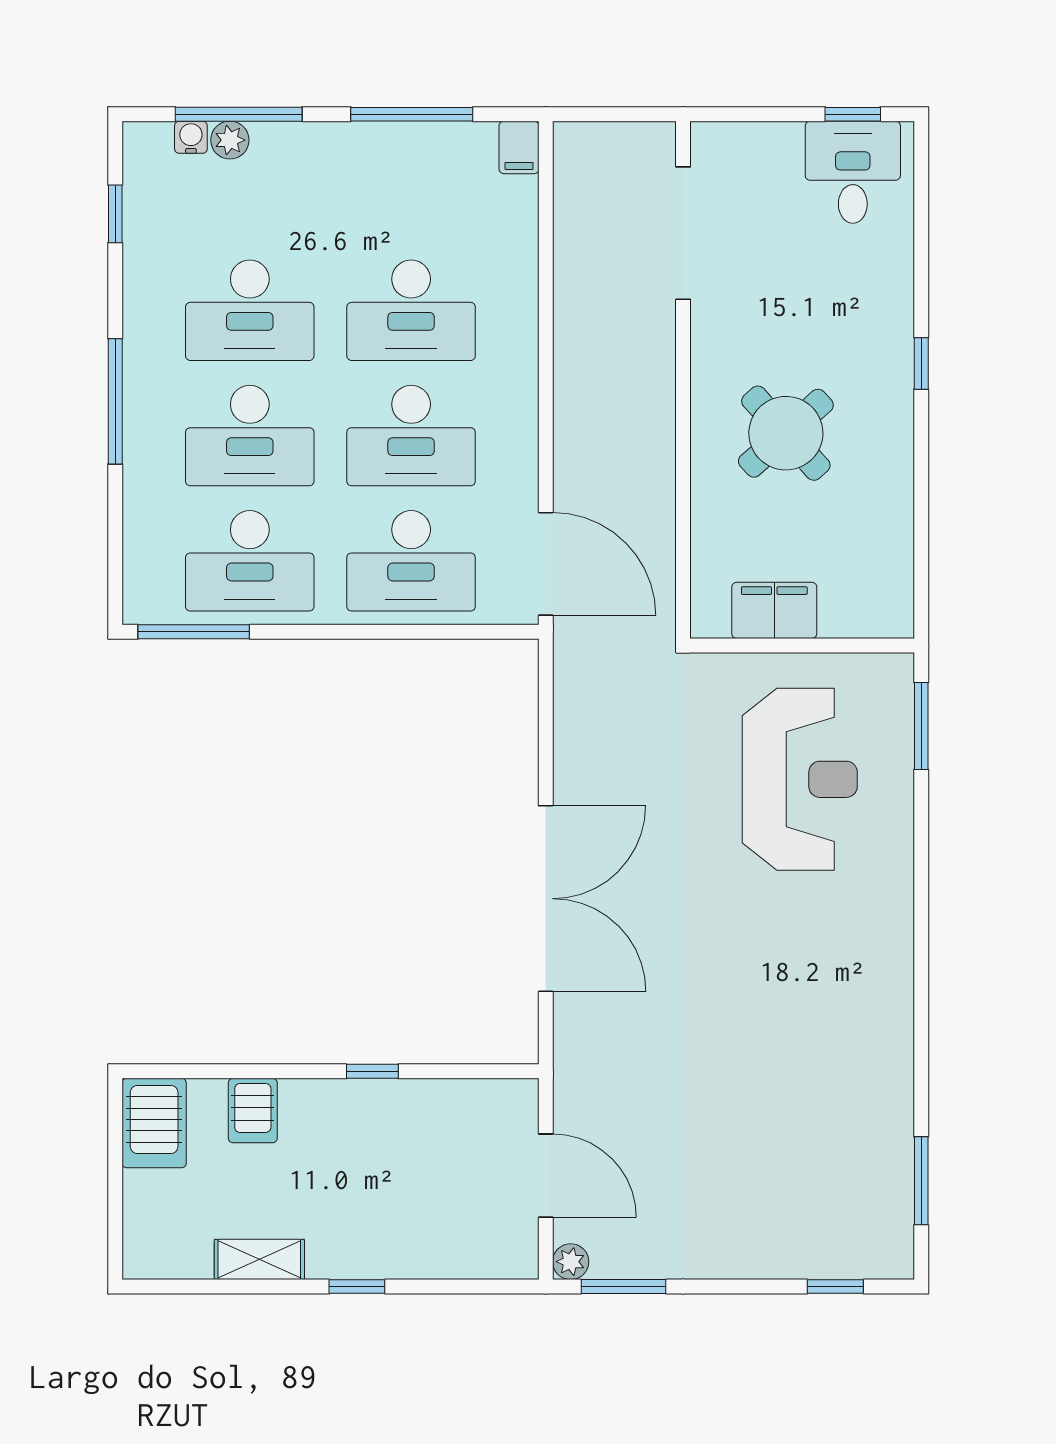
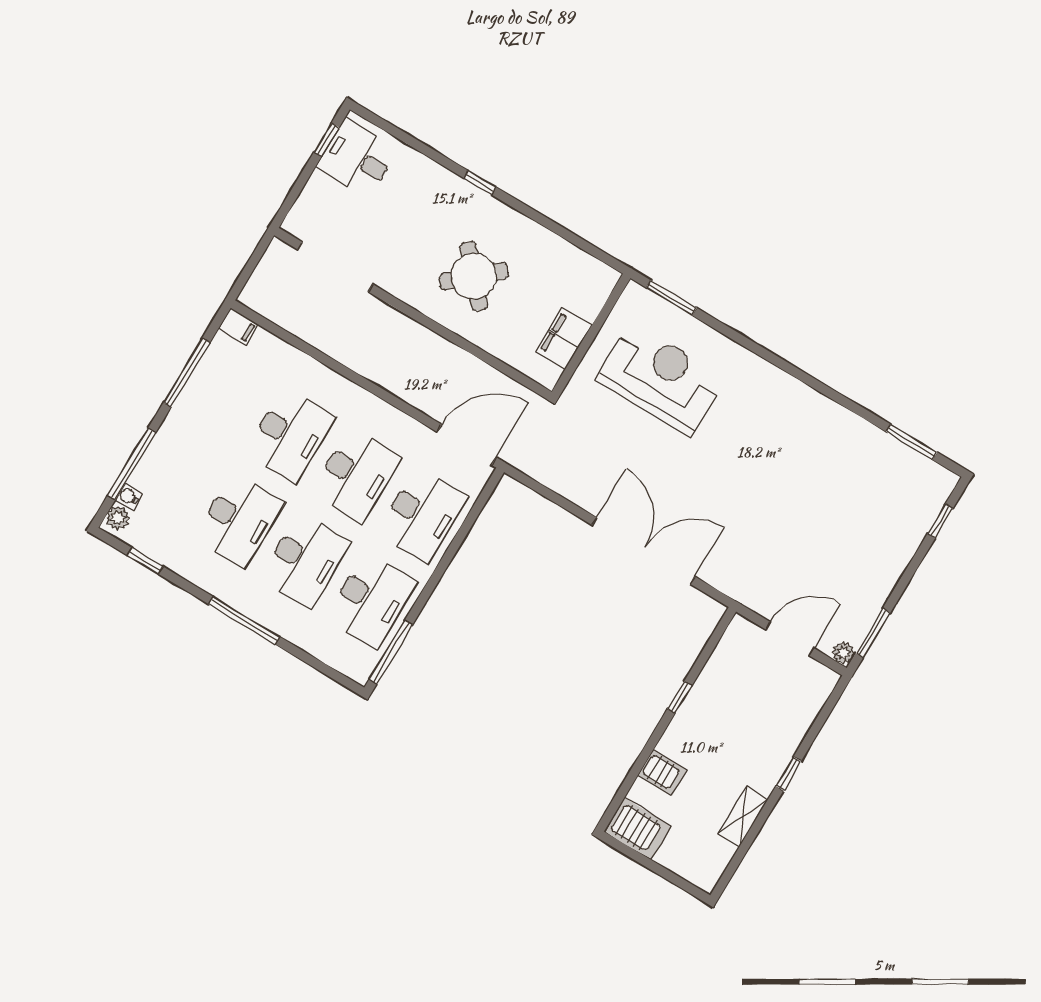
plant: (230, 140) -> (118, 518), moved

